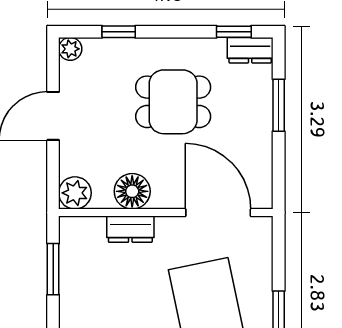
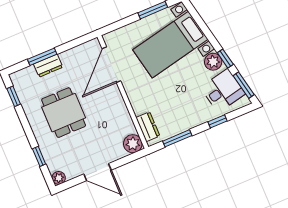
dresser: (250, 50) -> (48, 66), moved, turned 90
floor lamp: (132, 191) -> (119, 114), removed
dresser: (130, 229) -> (148, 127), moved

